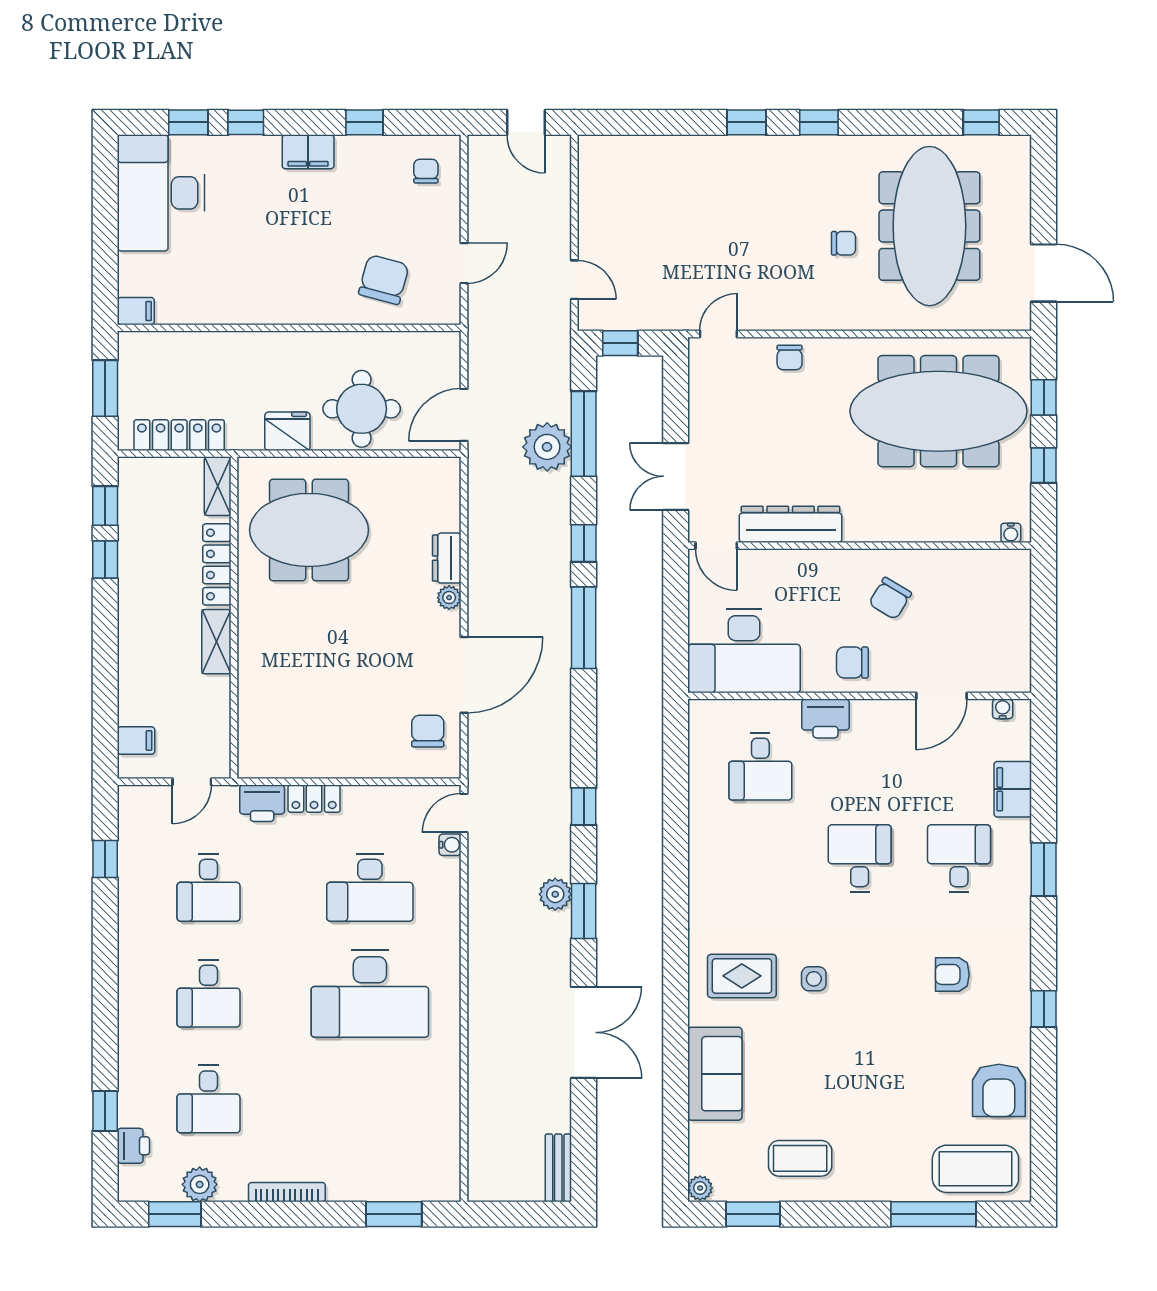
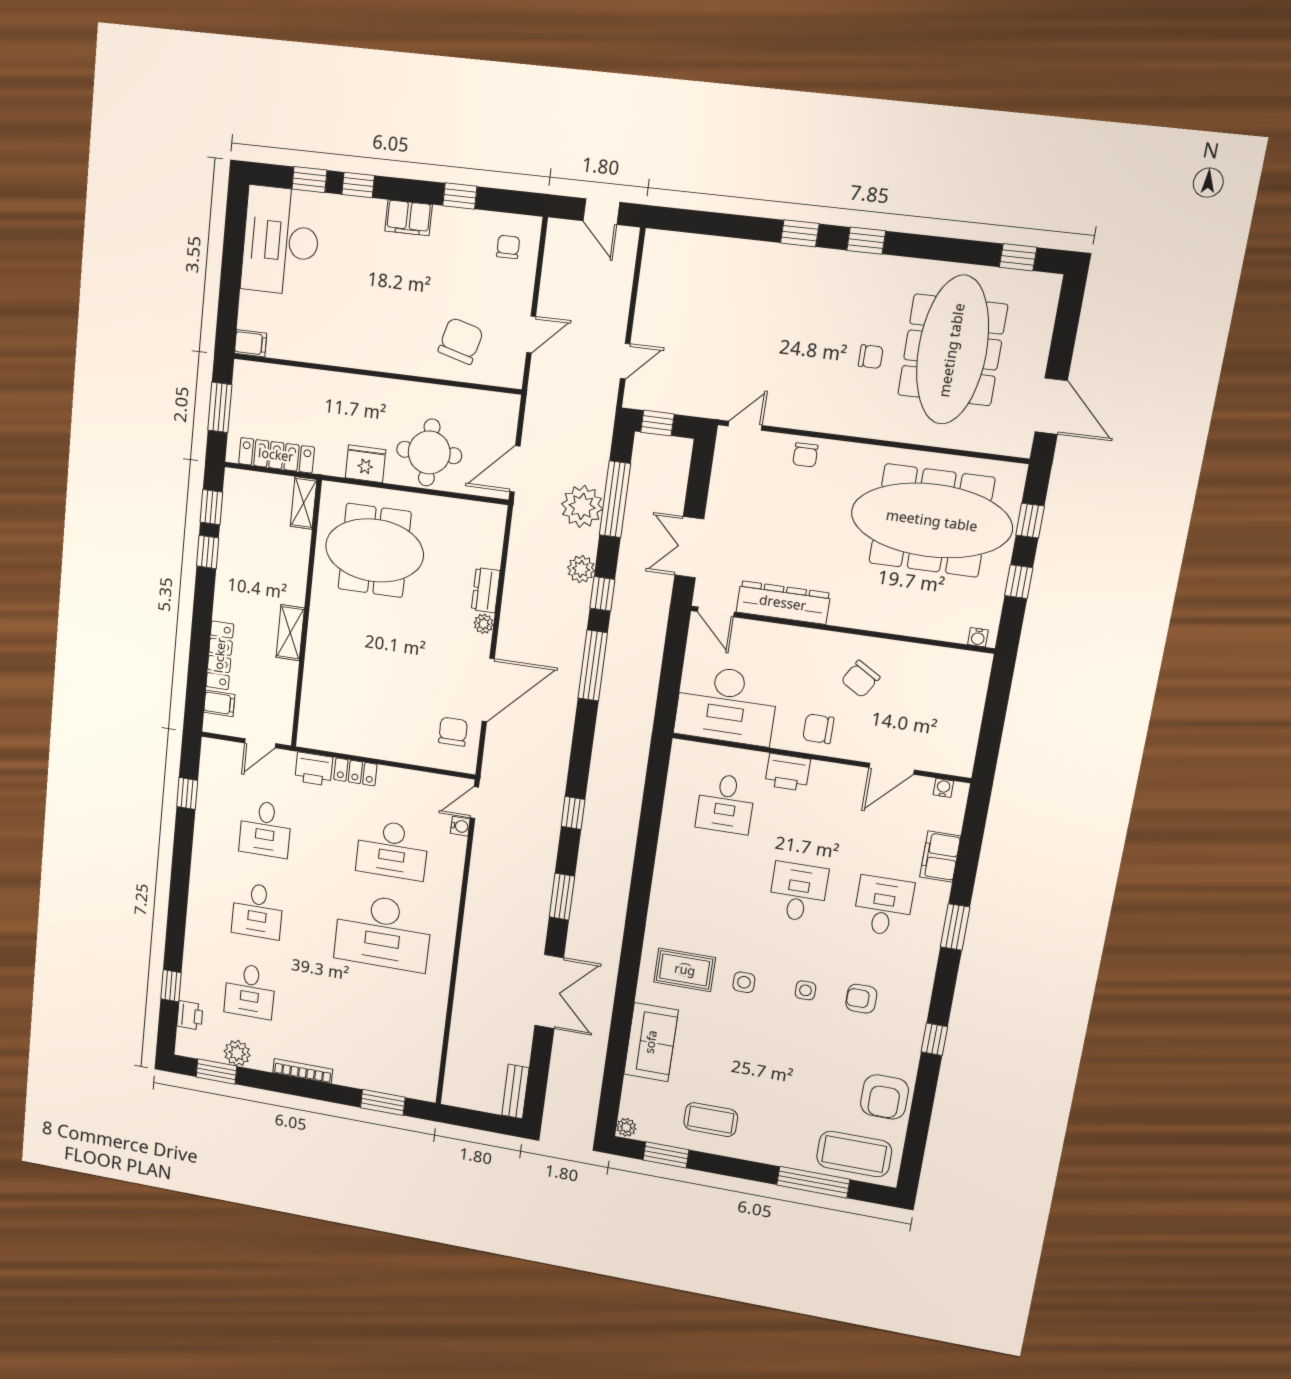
door: (574, 280) -> (625, 361), hinge flipped
locker: (217, 564) -> (220, 655), moved, turned 180
plant: (555, 894) -> (581, 569), moved
side table: (887, 976) -> (805, 990), added

